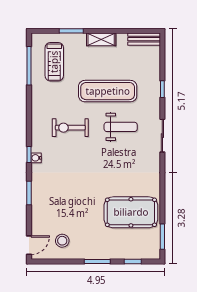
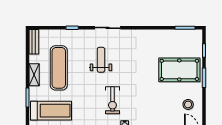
treadmill: (54, 62) -> (51, 111), width x1.37, depth x1.38
exercise mat: (108, 91) -> (59, 68), moved
exercise bike: (70, 128) -> (112, 100), moved
pool table: (131, 212) -> (179, 70), moved, turned 90

